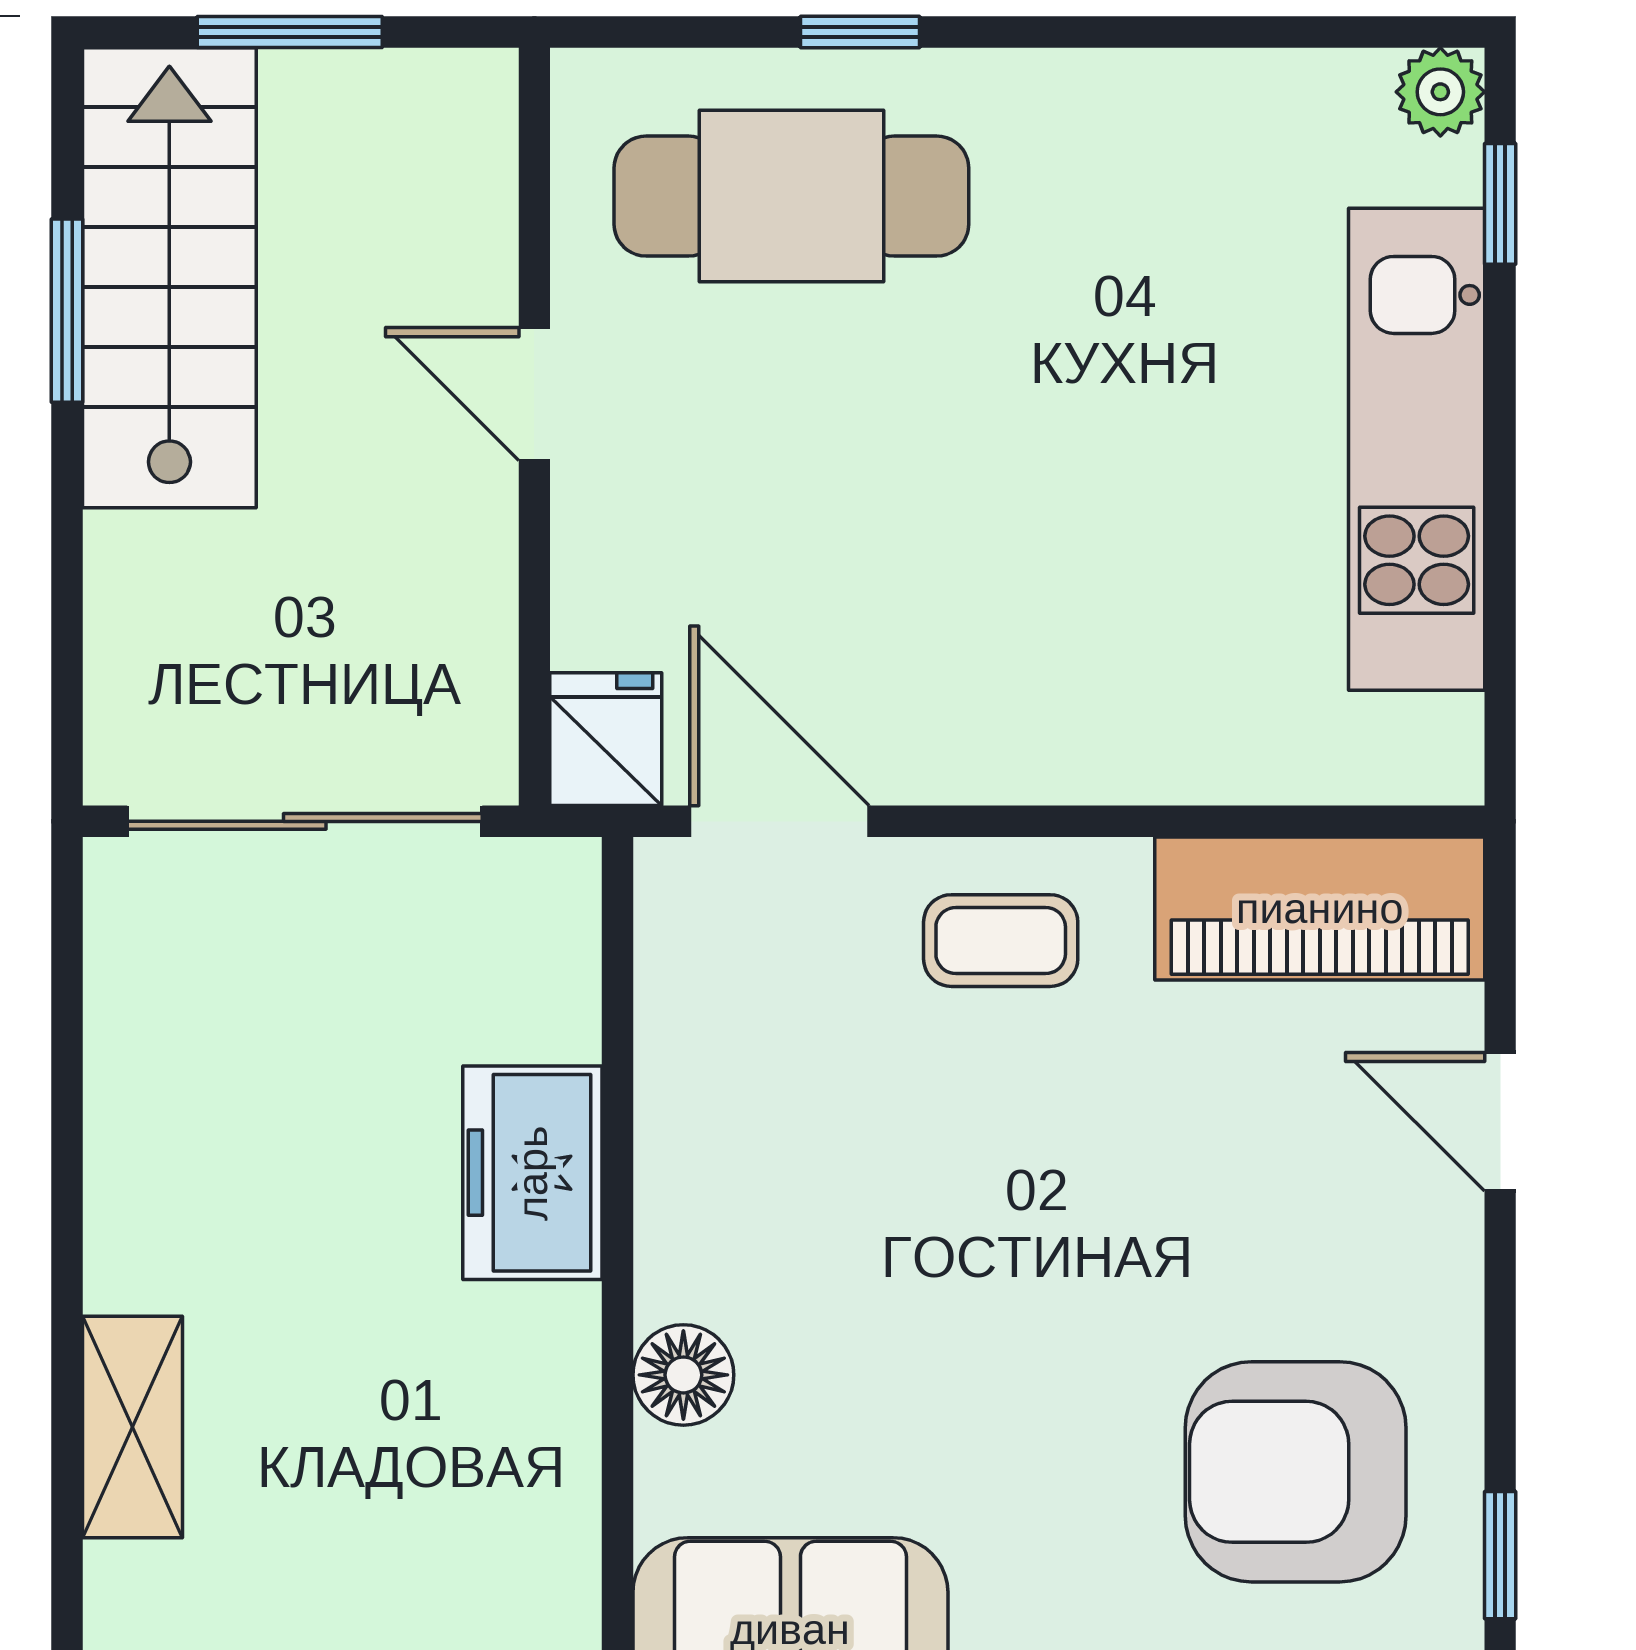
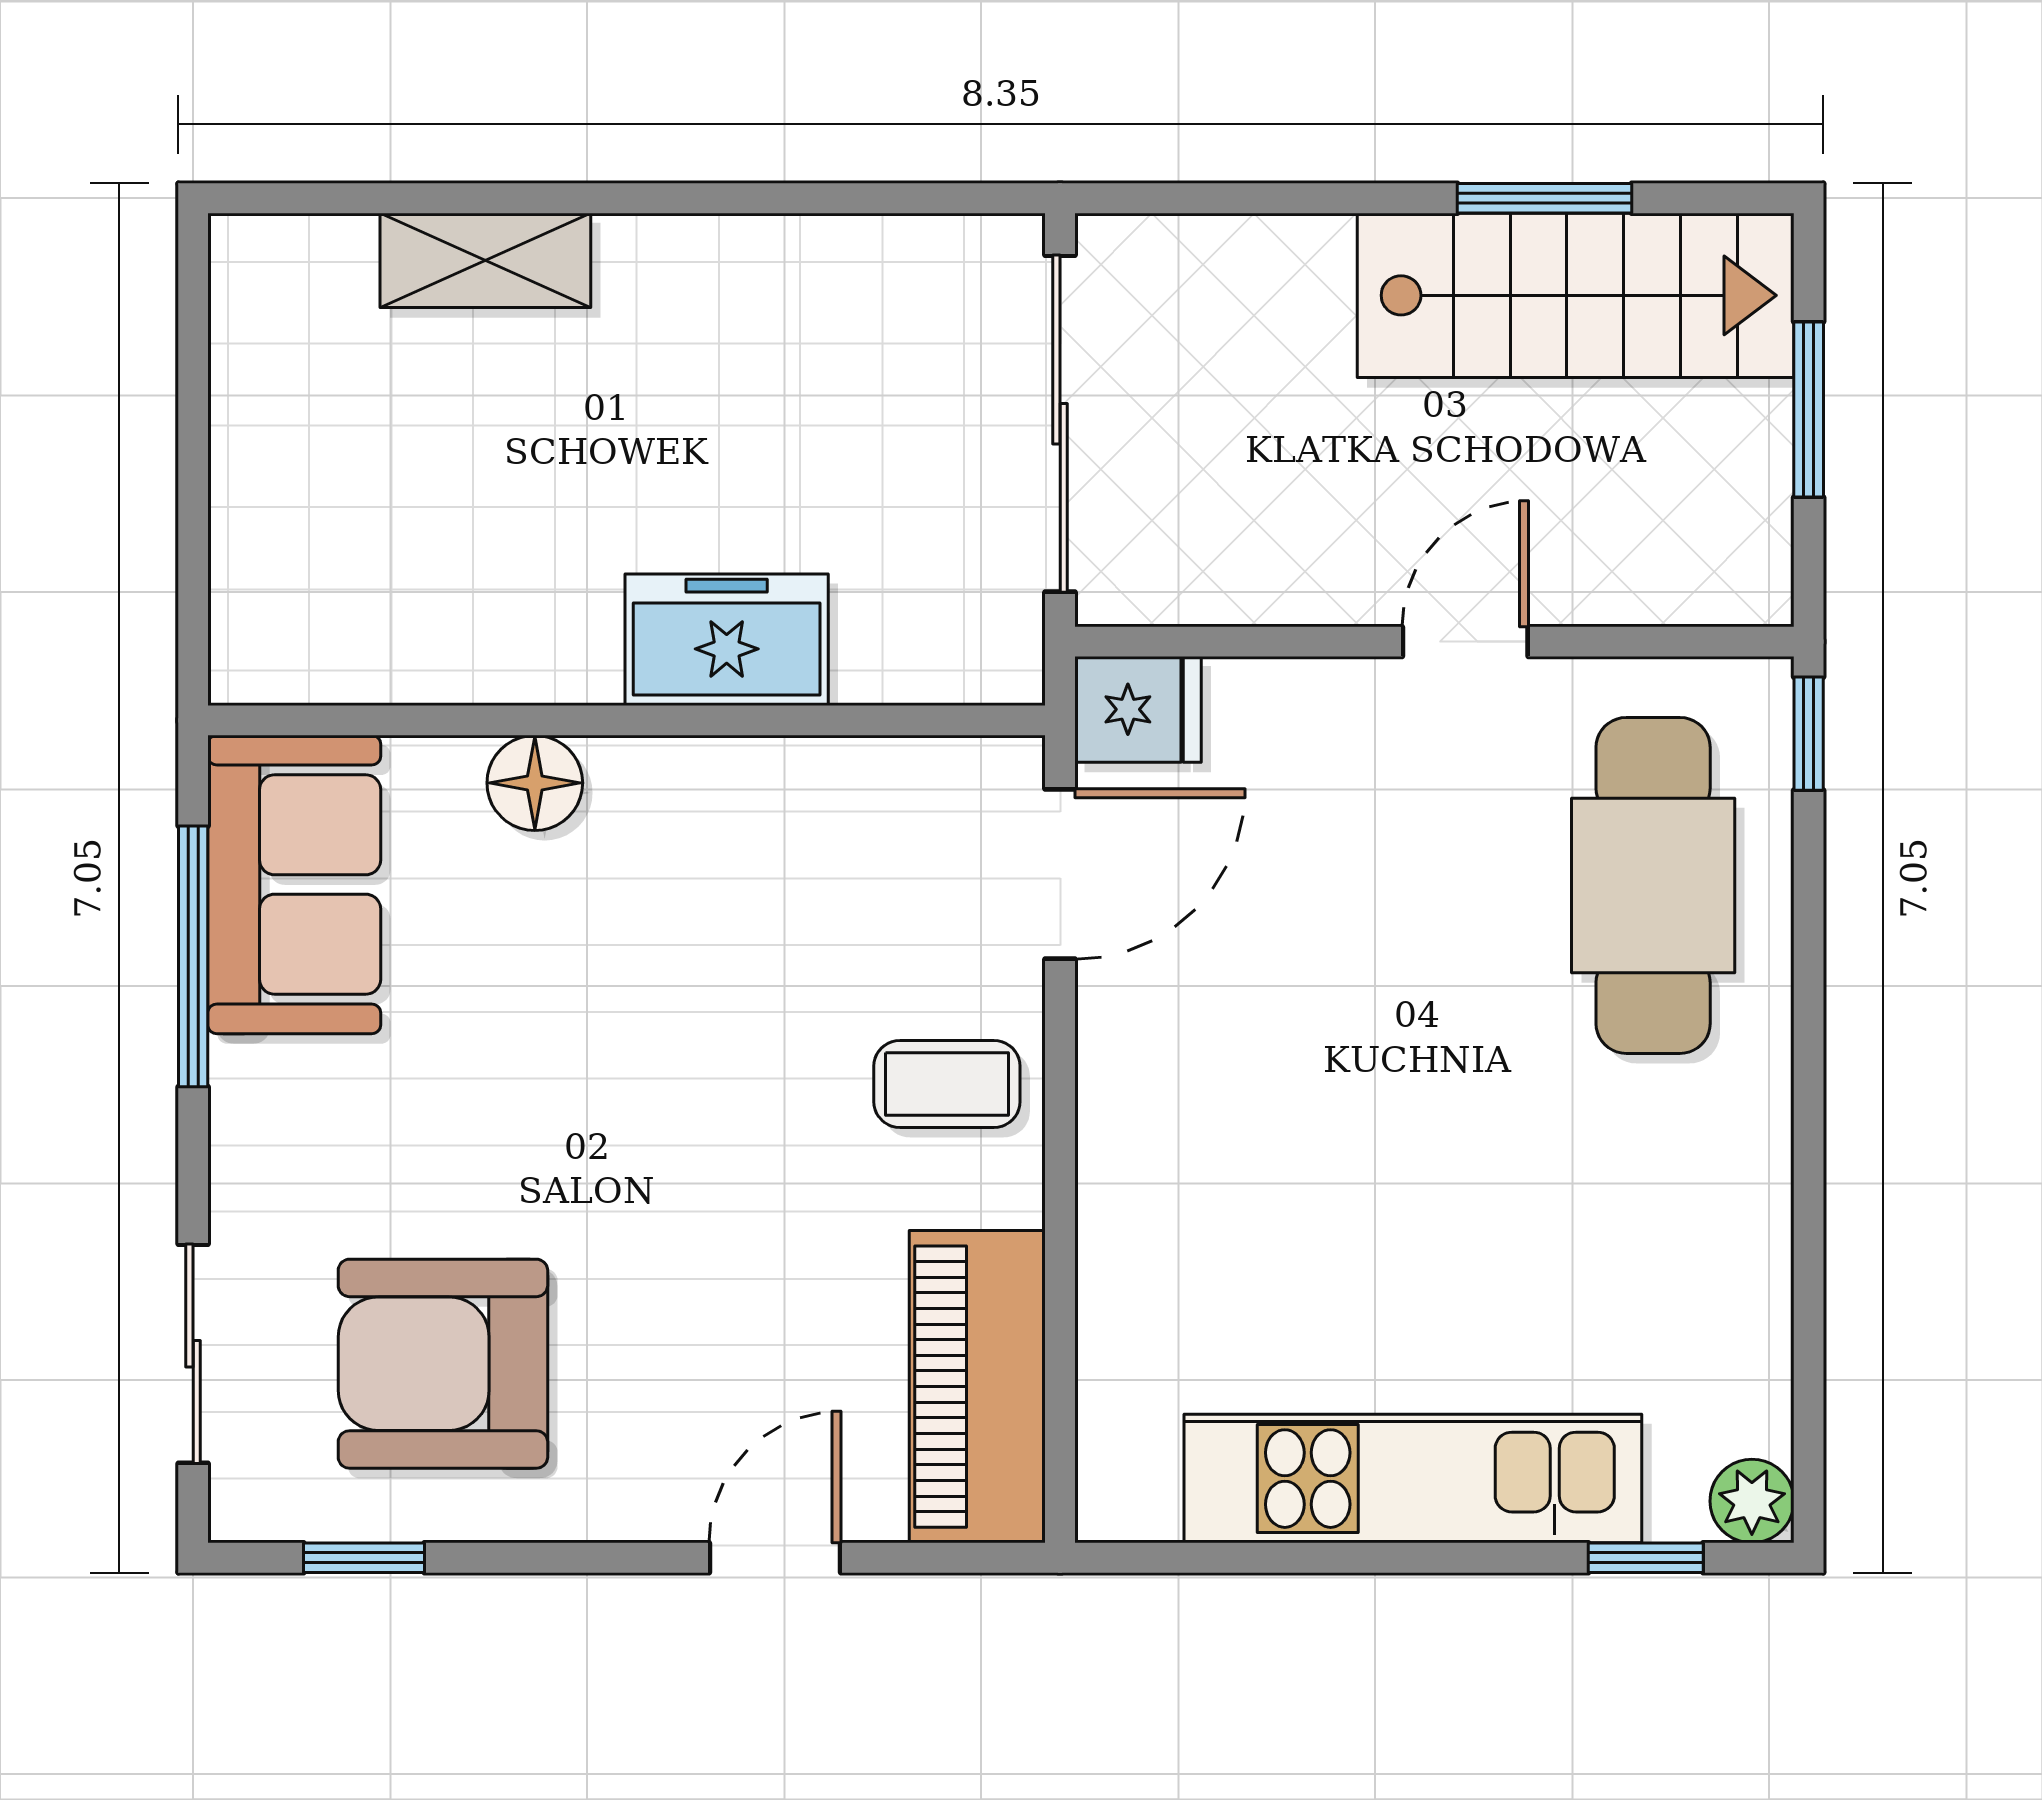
window: (860, 32) -> (1809, 734), moved
coffee table: (1001, 941) -> (947, 1084), turned 90
armchair: (1296, 1472) -> (443, 1364), turned -90

